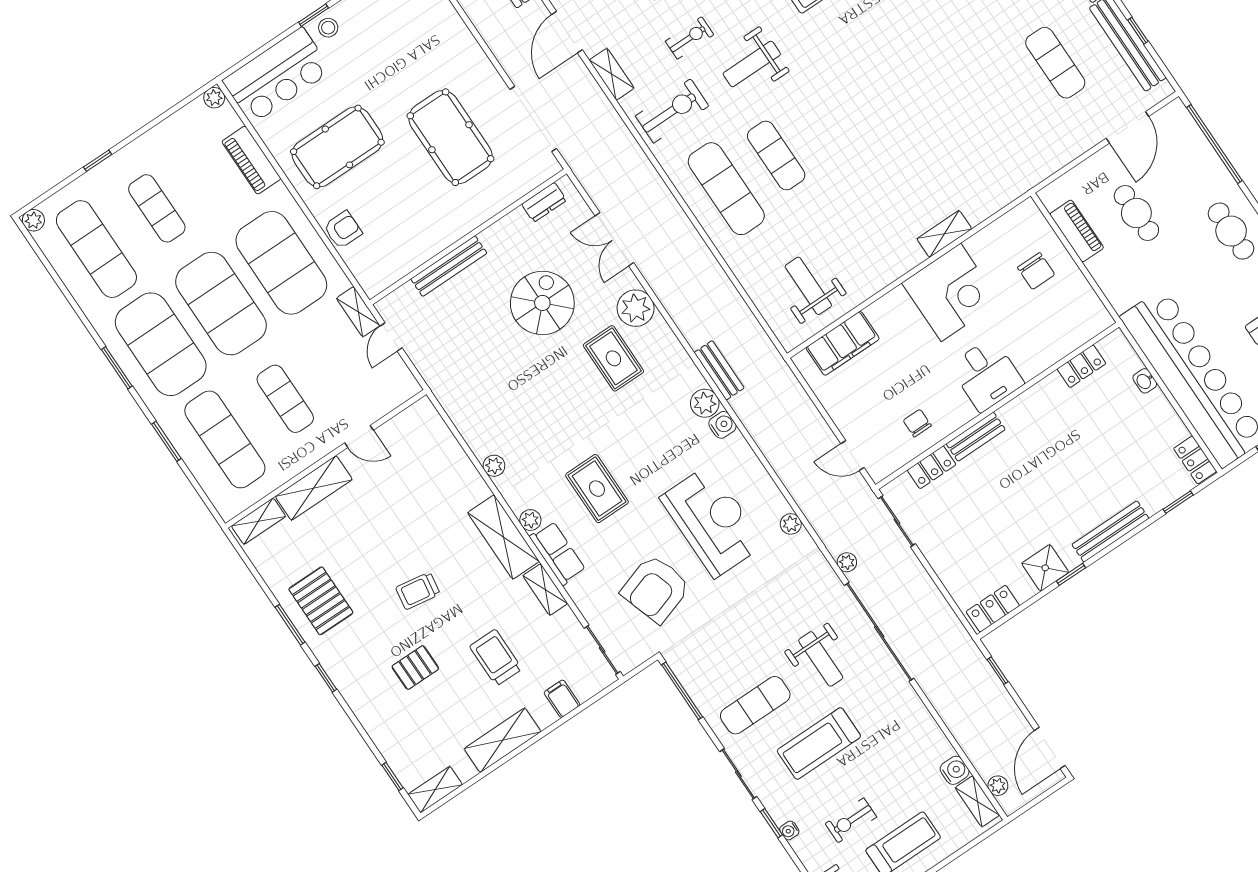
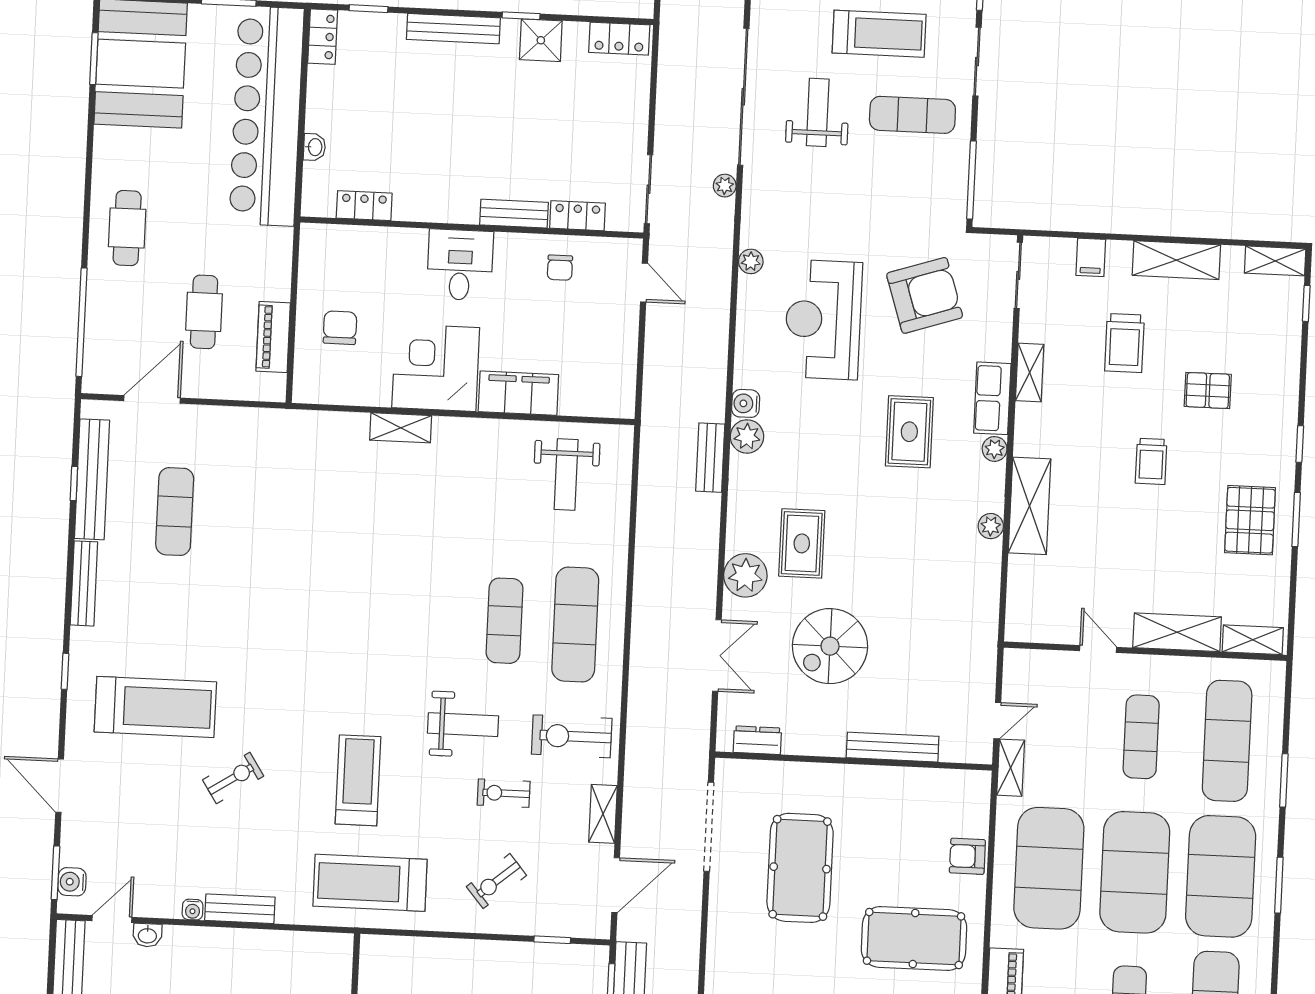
filing cabinet: (843, 343) -> (518, 393), moved
shelving: (503, 537) -> (1030, 506), moved
trolley: (418, 591) -> (1151, 461), turned 81

